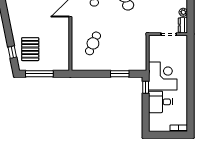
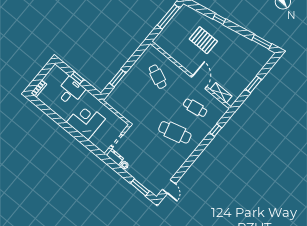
pallet: (30, 49) -> (203, 40), moved
window: (12, 52) -> (219, 19), moved
corner desk: (163, 76) -> (86, 121), moved, turned 180
window: (146, 87) -> (77, 78), moved

